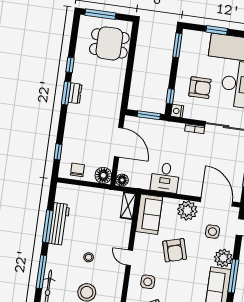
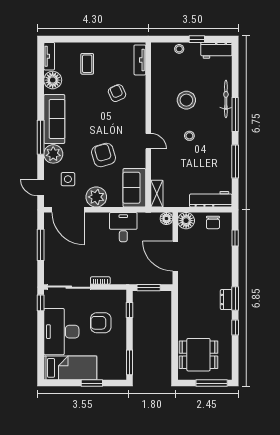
nightstand: (177, 111) -> (121, 296), removed
workbench: (59, 224) -> (211, 199), moved, turned 90
side table: (148, 282) -> (126, 119), removed

